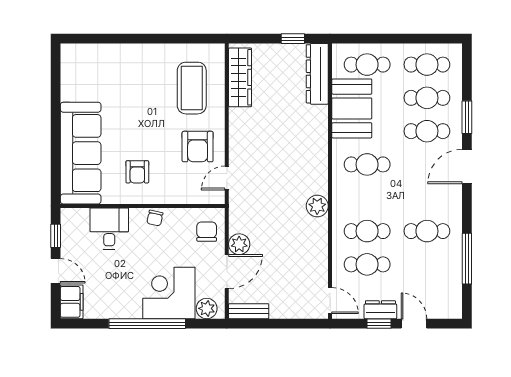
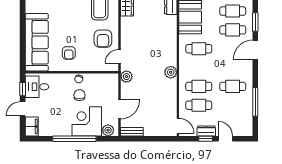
desk: (109, 229) -> (37, 87), moved, turned -90
chair: (207, 232) -> (79, 95), moved
plant: (239, 244) -> (126, 77), moved
door: (56, 271) -> (23, 109), swing flipped

